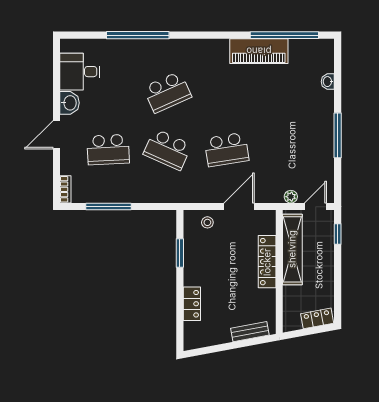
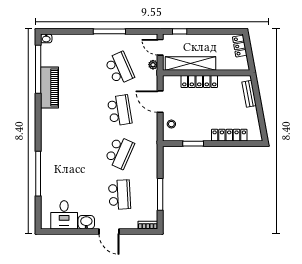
washbasin: (328, 82) -> (46, 38), moved
school desk: (167, 92) -> (120, 68), moved
locker: (192, 304) -> (229, 135), width x1.53

